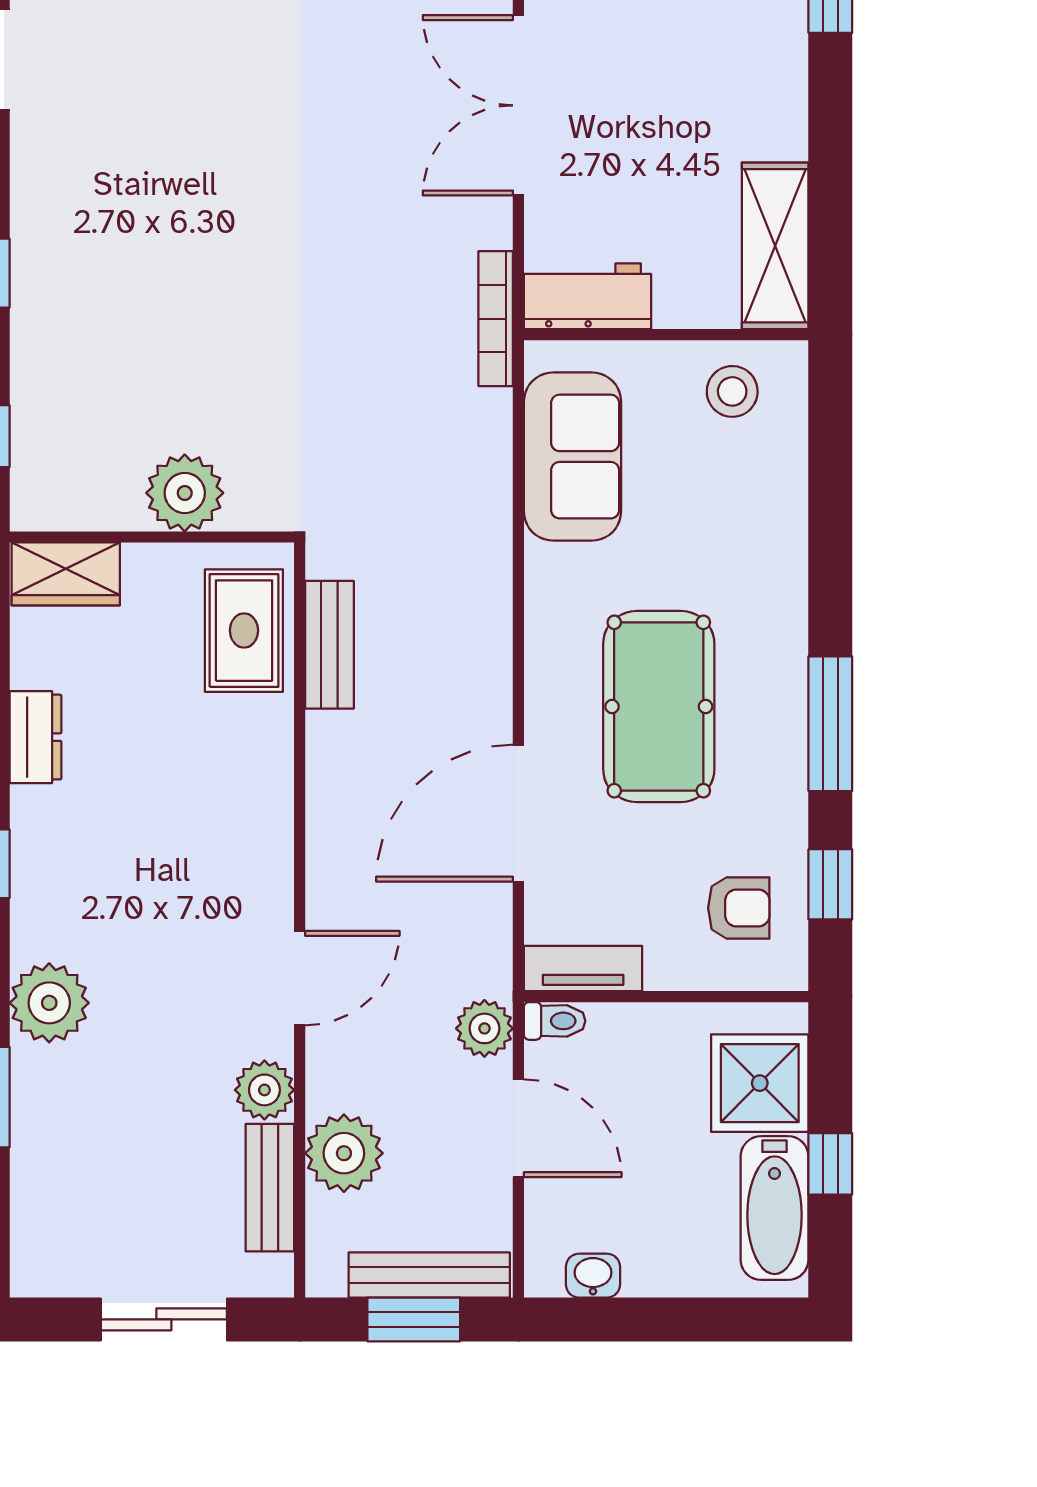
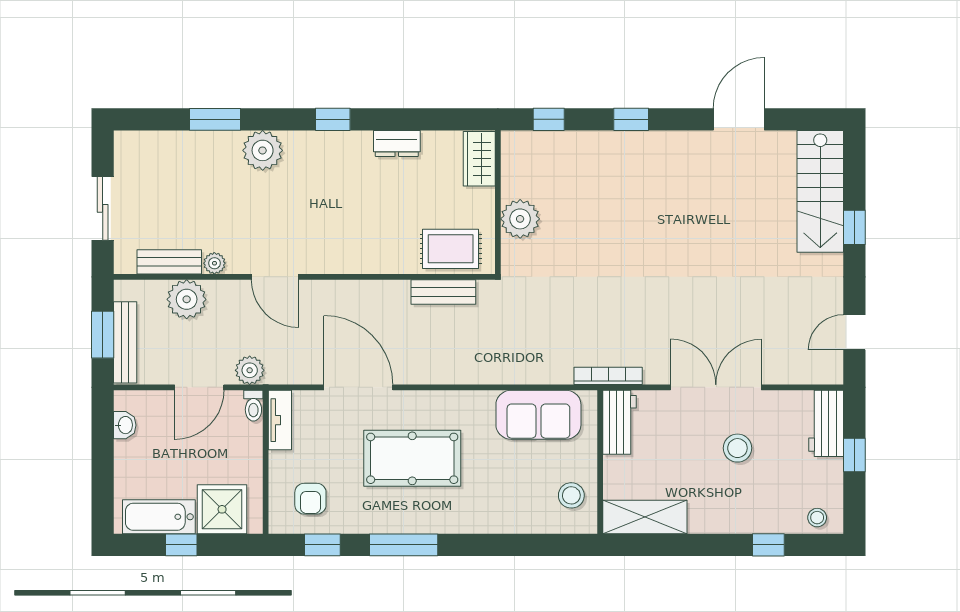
stool: (639, 62) -> (737, 448), added
plant: (264, 1090) -> (214, 263), width x0.73, depth x0.73

